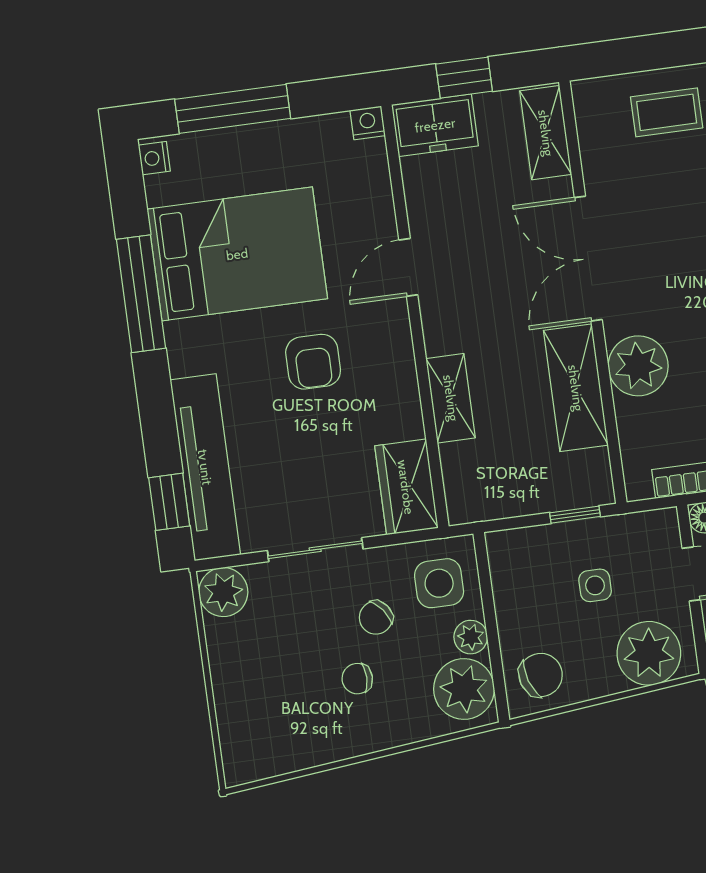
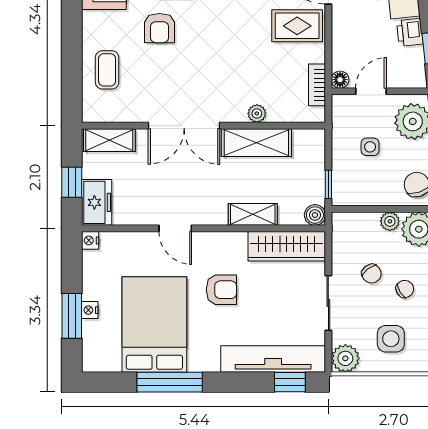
window: (233, 109) -> (72, 316), width x0.69
nightstand: (154, 158) -> (90, 310), moved, turned 90
plant: (638, 366) -> (257, 113), width x0.53, depth x0.53
wardrobe: (406, 487) -> (287, 246), width x1.50
boiler: (464, 506) -> (315, 215), added
window: (575, 515) -> (328, 184), moved
side table: (439, 583) -> (391, 339), moved
chair: (357, 679) -> (405, 289), turned -121

